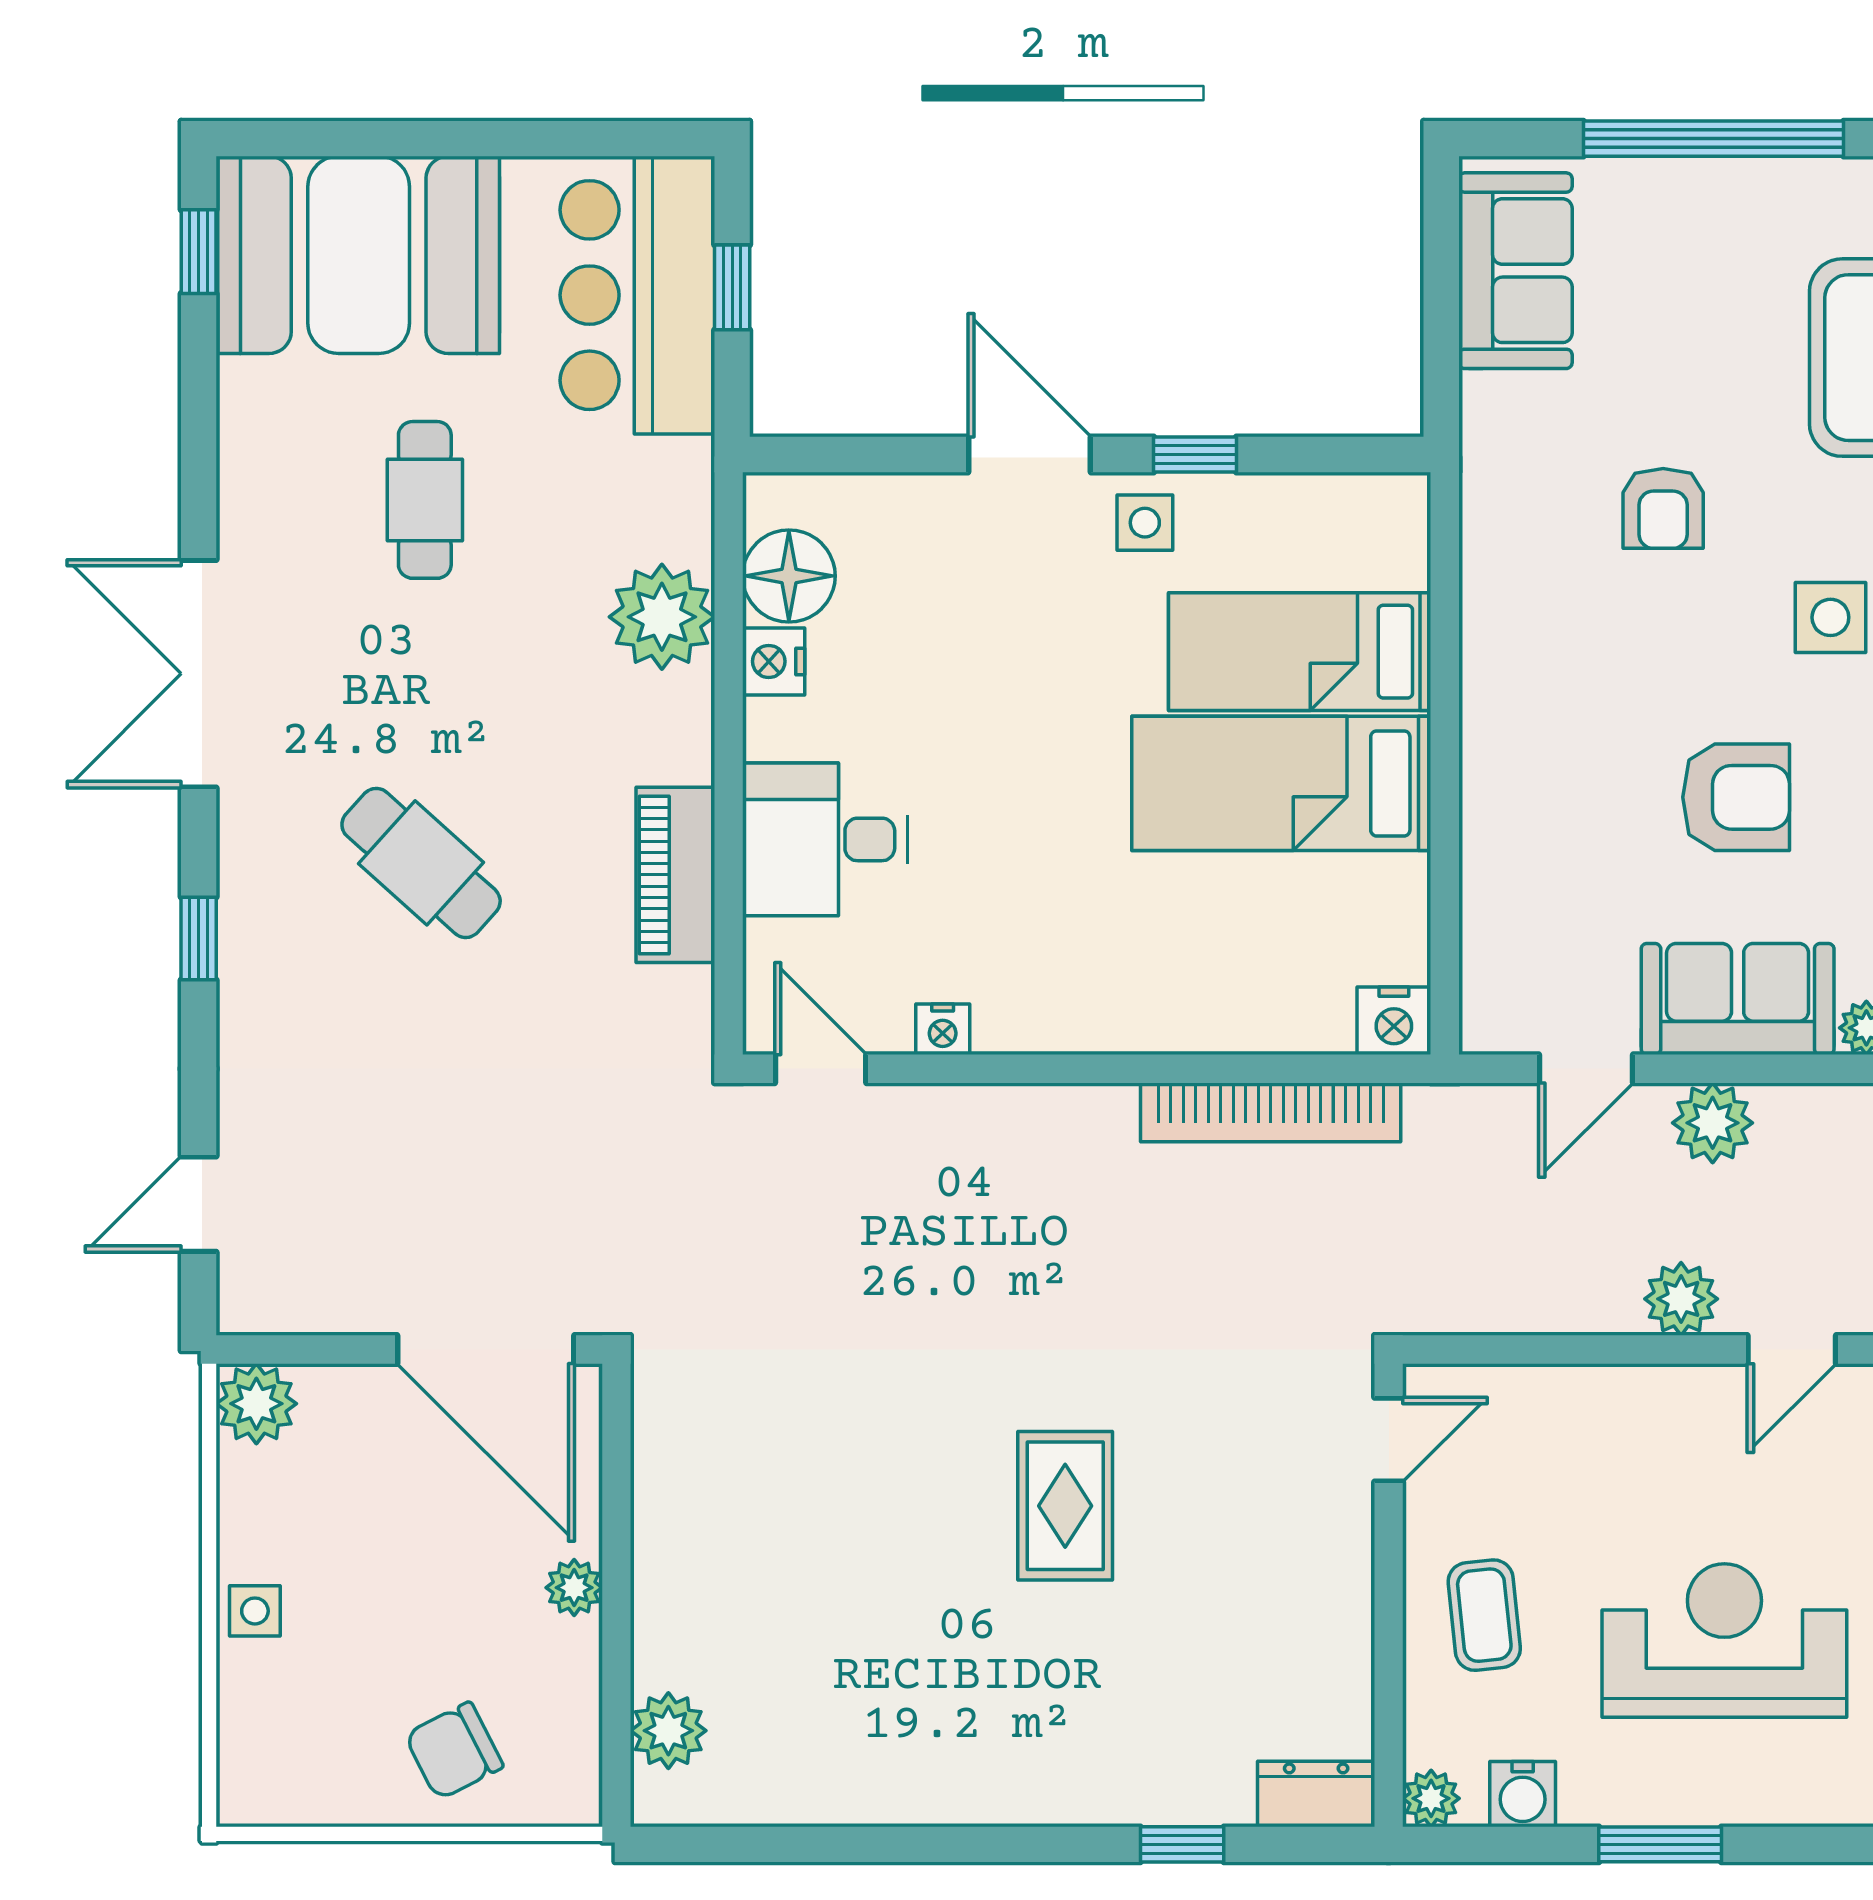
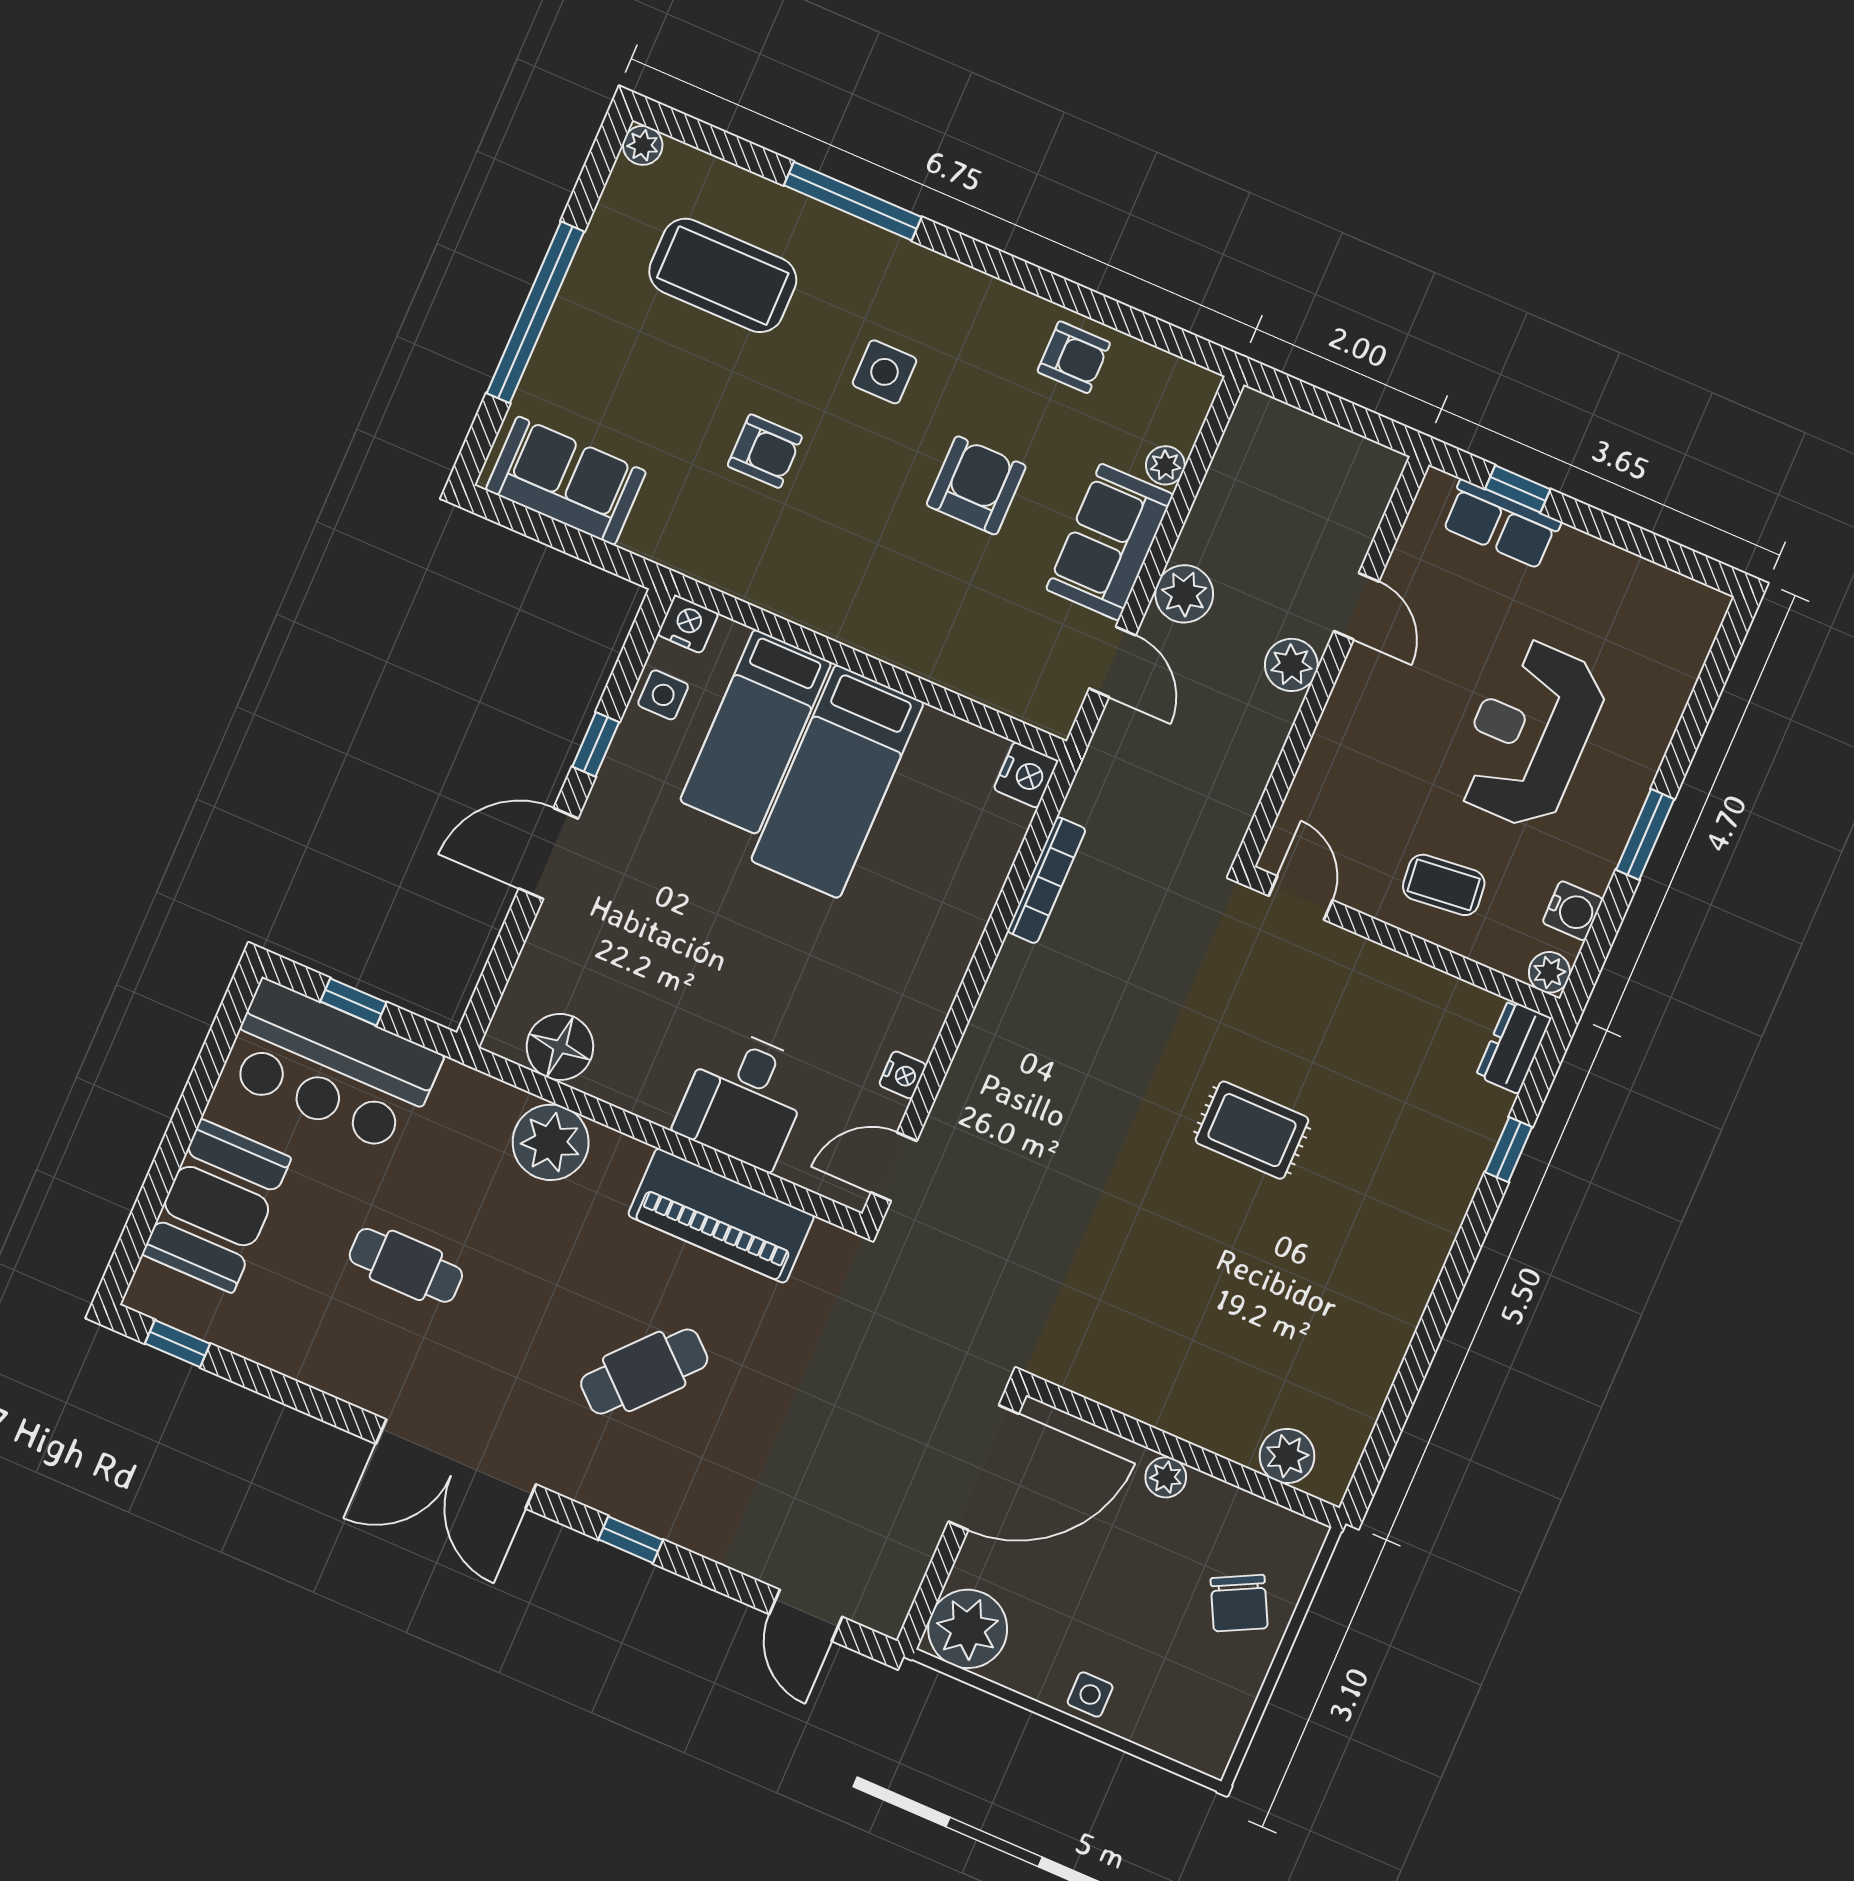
booth: (359, 255) -> (217, 1206), width x0.73, depth x0.70
side table: (1145, 523) -> (663, 695), moved
nightstand: (774, 661) -> (688, 624), moved, turned 180
piano: (675, 875) -> (721, 1216), width x1.37, depth x1.33
bookcase: (1271, 1112) -> (1046, 880), width x0.68, depth x0.76
plant: (256, 1404) -> (968, 1629), width x1.36, depth x1.36

